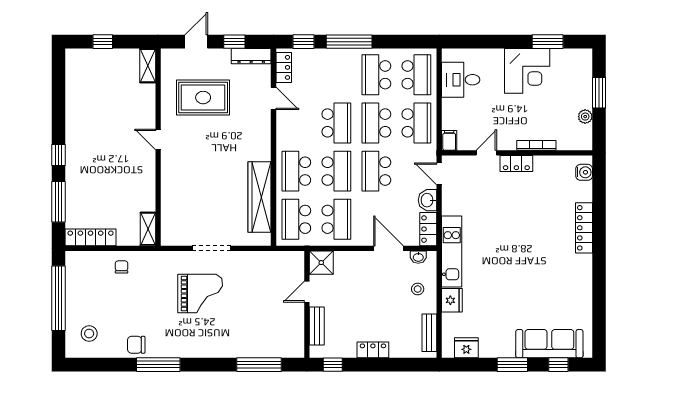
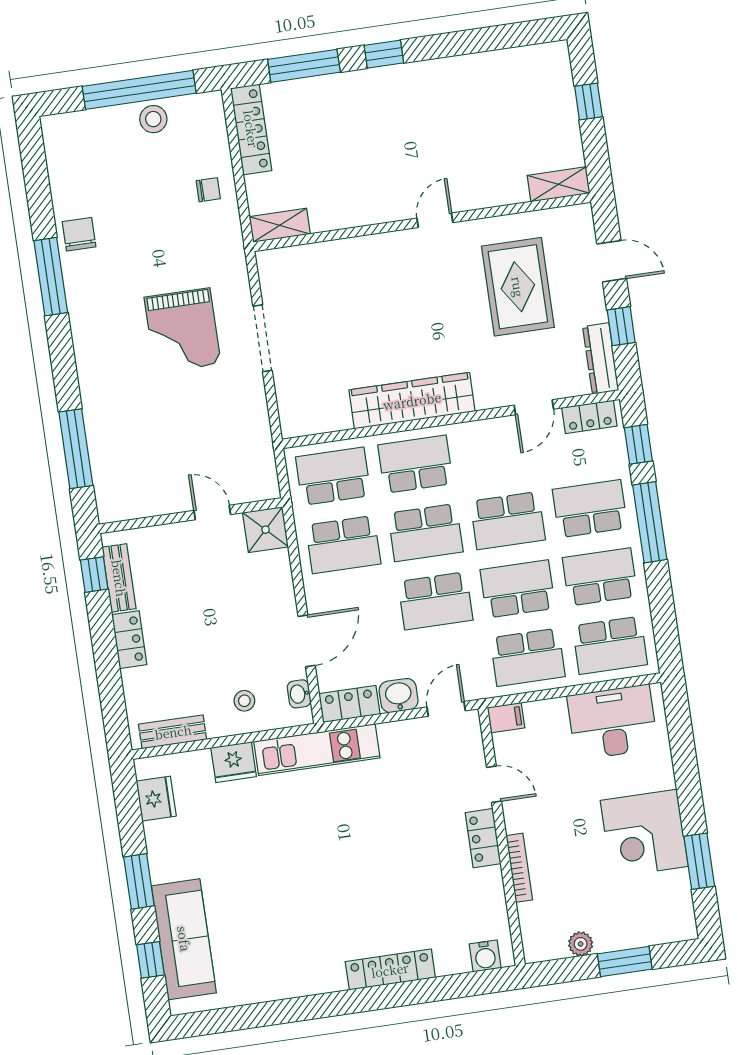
school desk: (336, 75) -> (590, 509), added
desk: (461, 80) -> (612, 722), width x1.37
school desk: (376, 171) -> (435, 601), turned 180
wardrobe: (260, 197) -> (412, 401), moved
bench: (317, 326) -> (119, 578), moved, turned 90
stool: (89, 334) -> (153, 119), moved

